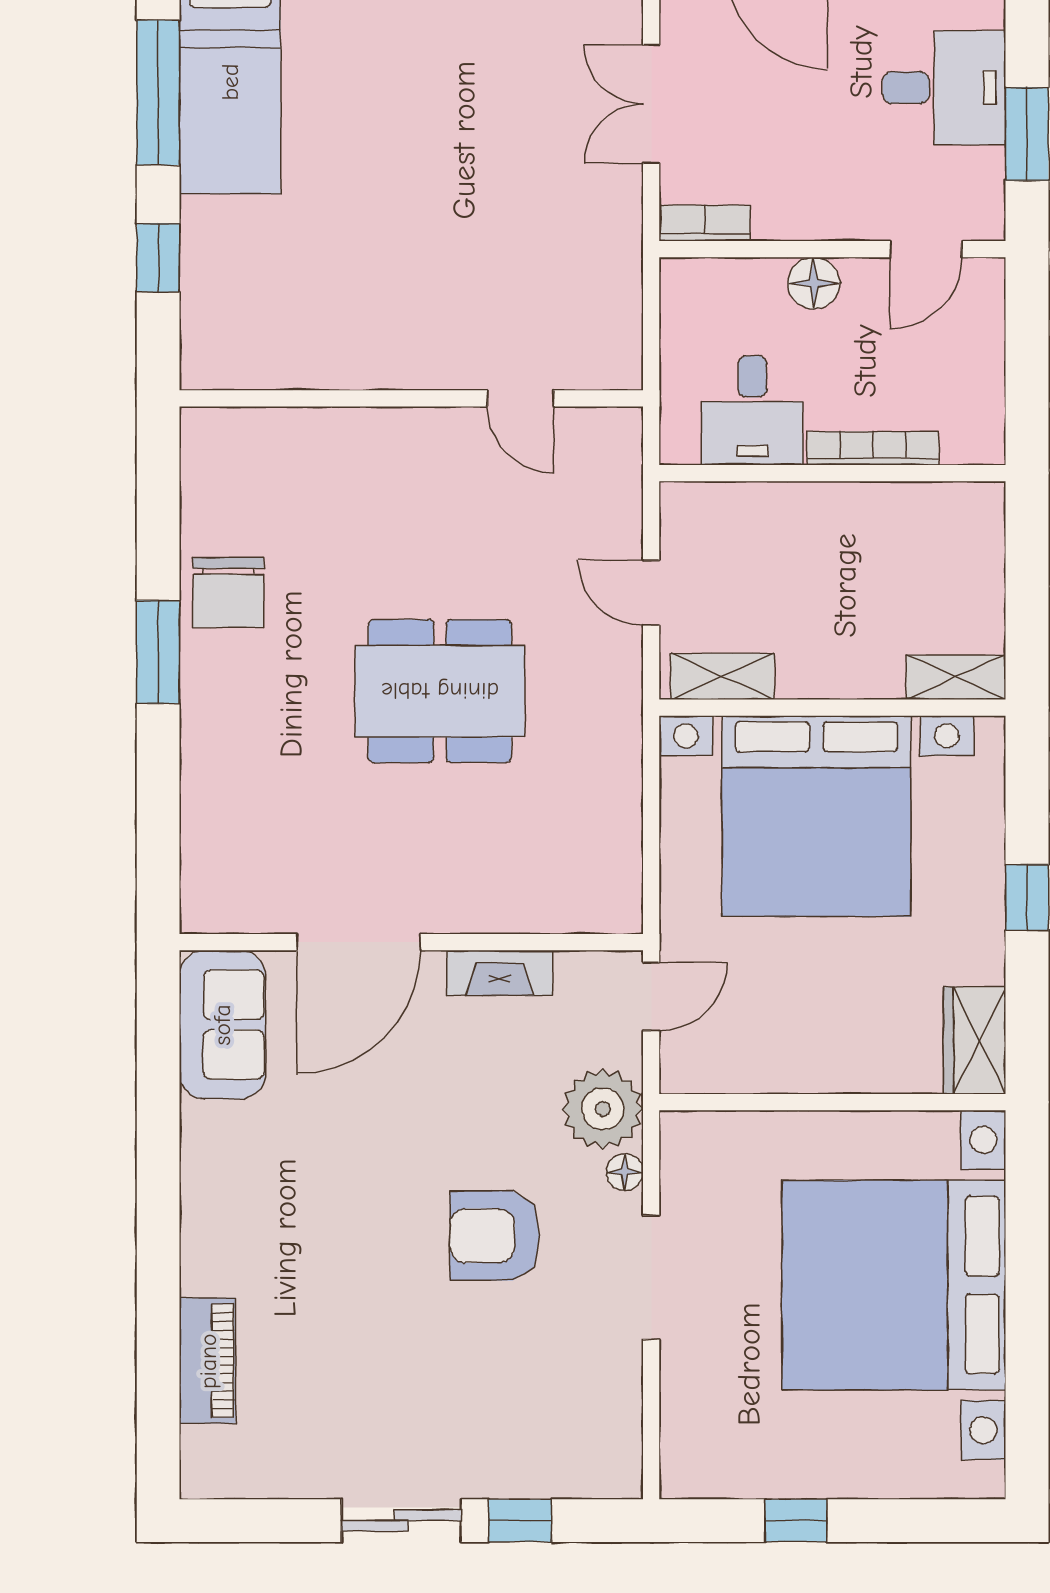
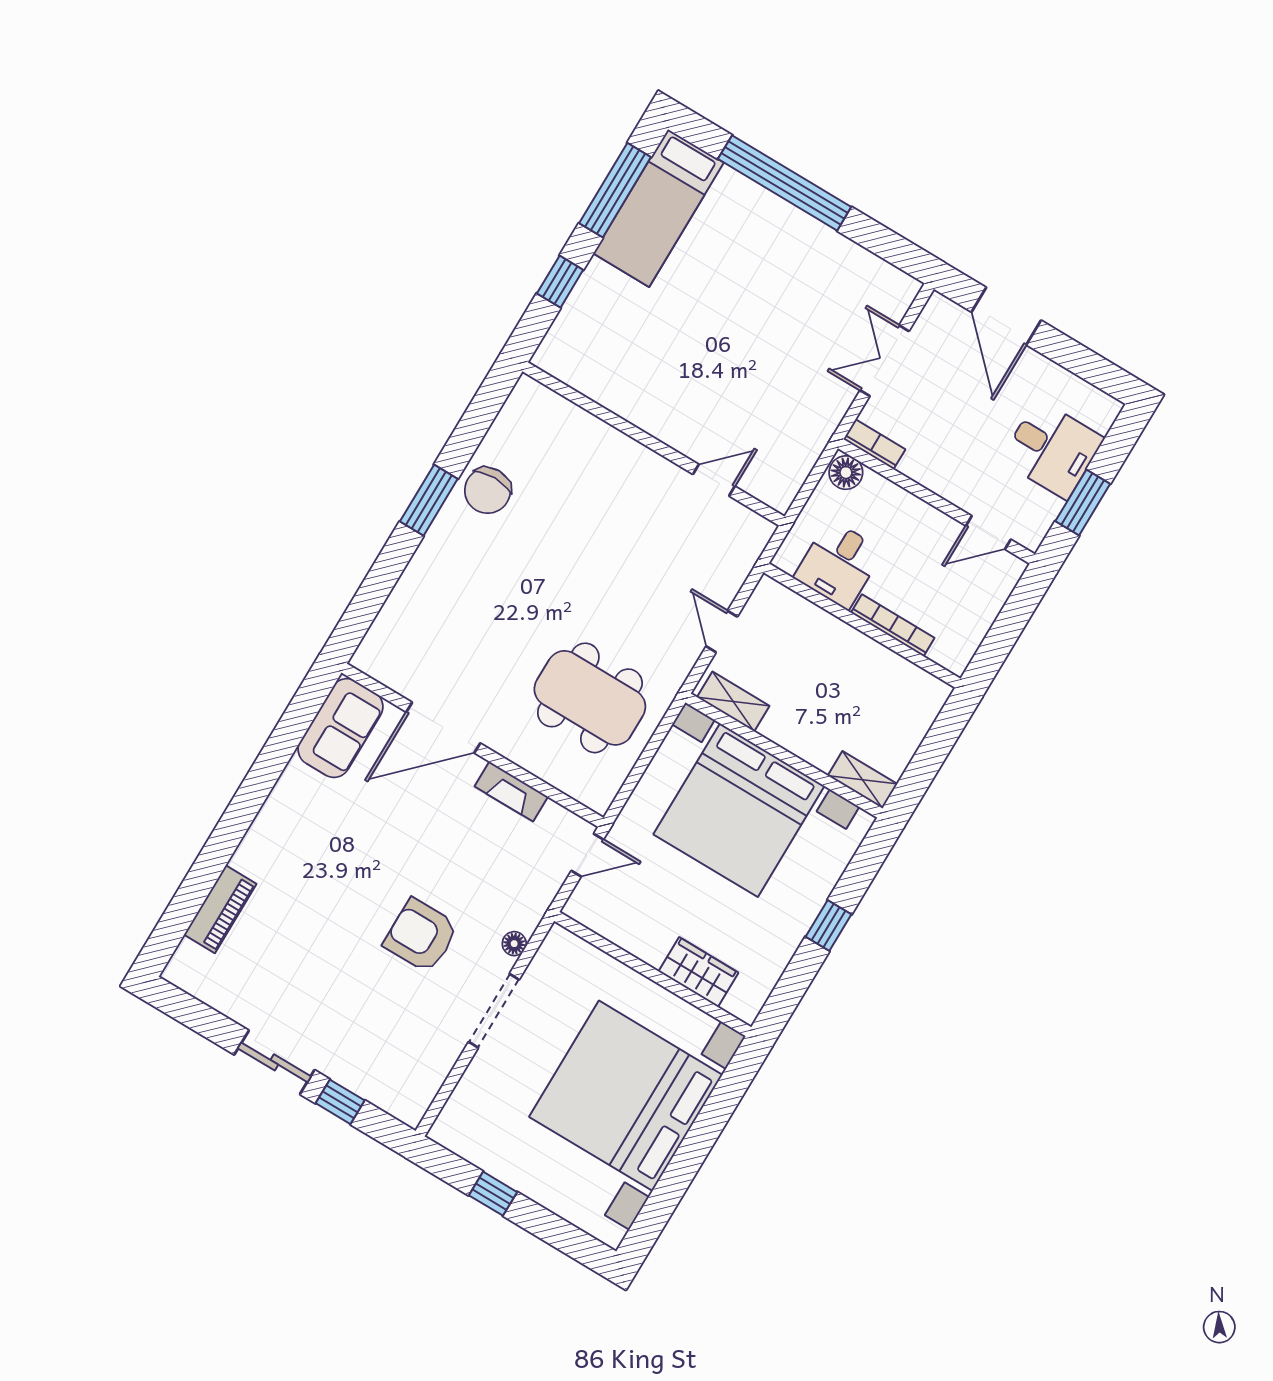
floor lamp: (814, 283) -> (846, 473), moved
door: (520, 398) -> (714, 480), swing flipped
dining table: (440, 691) -> (590, 698), moved
wardrobe: (975, 1040) -> (698, 972), moved, turned 90
plant: (603, 1109) -> (523, 901), removed

